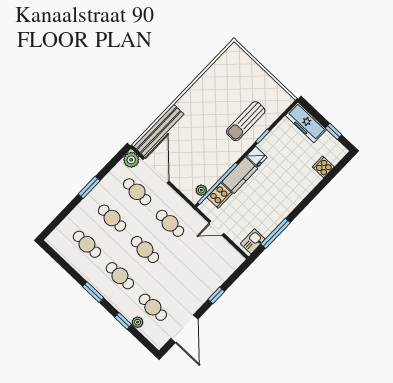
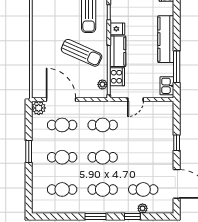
bench: (159, 130) -> (38, 72), removed
sun lounger: (209, 148) -> (82, 53), added
kitchen counter: (288, 203) -> (166, 39), added

